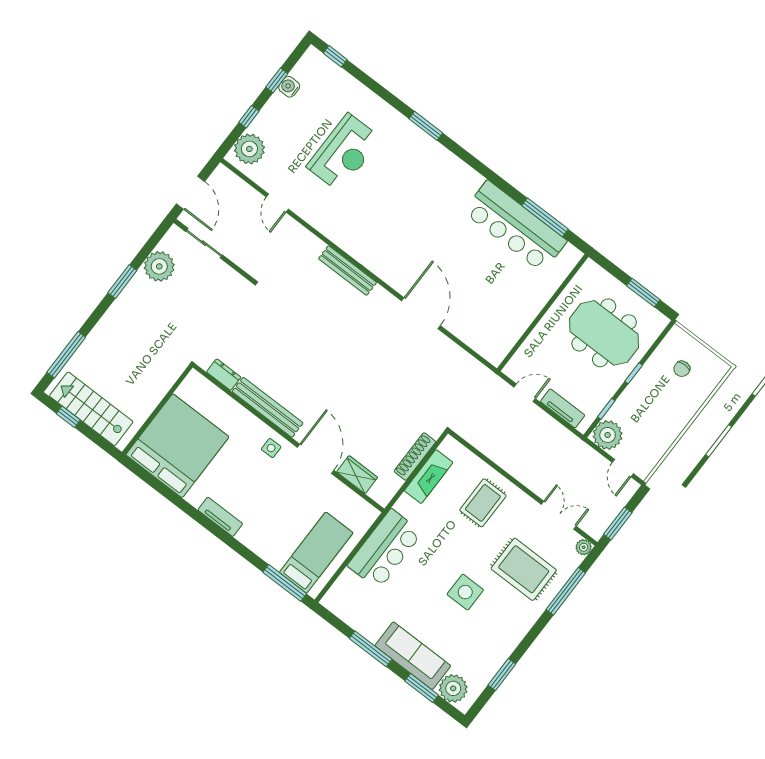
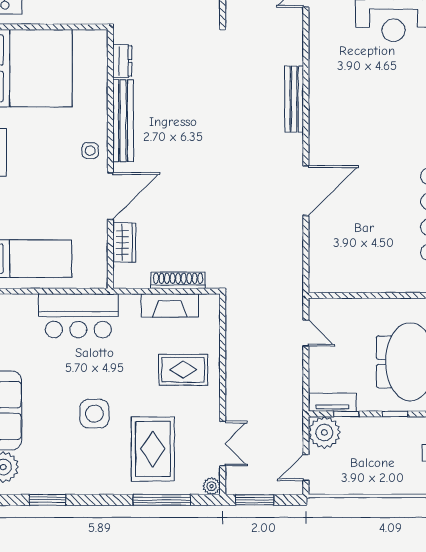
tv unit: (563, 408) -> (332, 402), moved, turned -90

